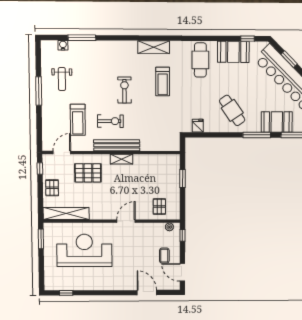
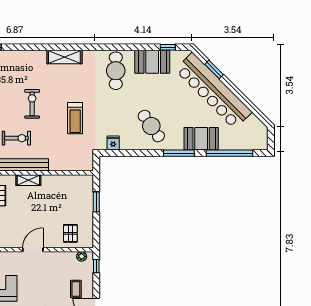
treadmill: (163, 81) -> (75, 118), moved

